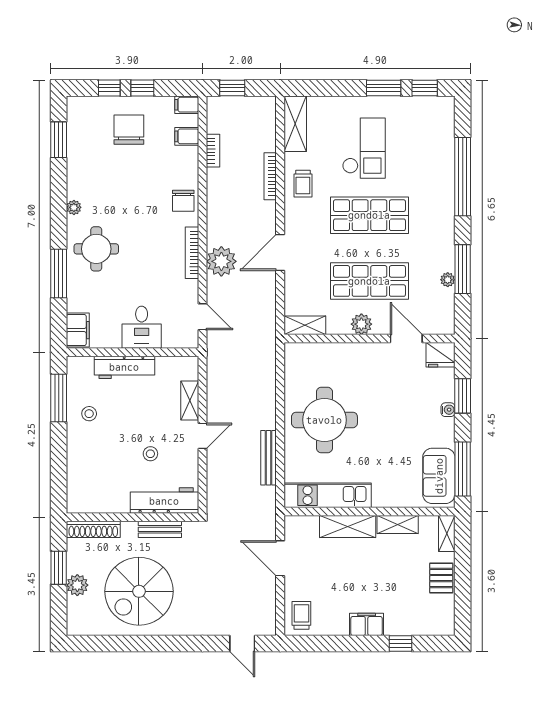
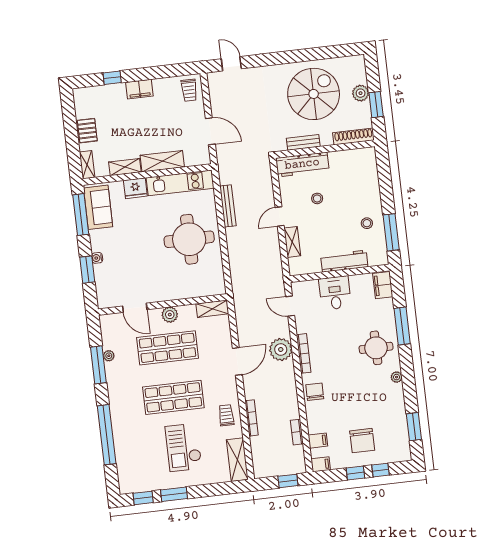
fridge: (441, 355) -> (135, 188), moved, turned 180

